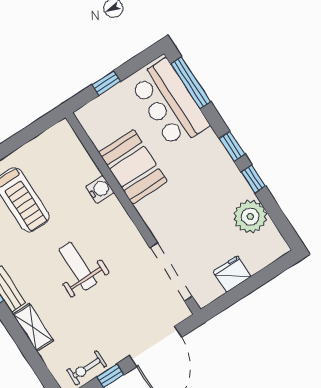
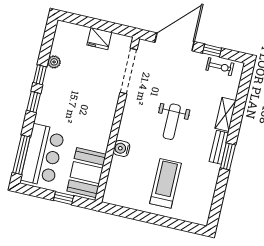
booth: (133, 167) -> (87, 173), moved
plant: (250, 217) -> (54, 62), width x0.53, depth x0.53

